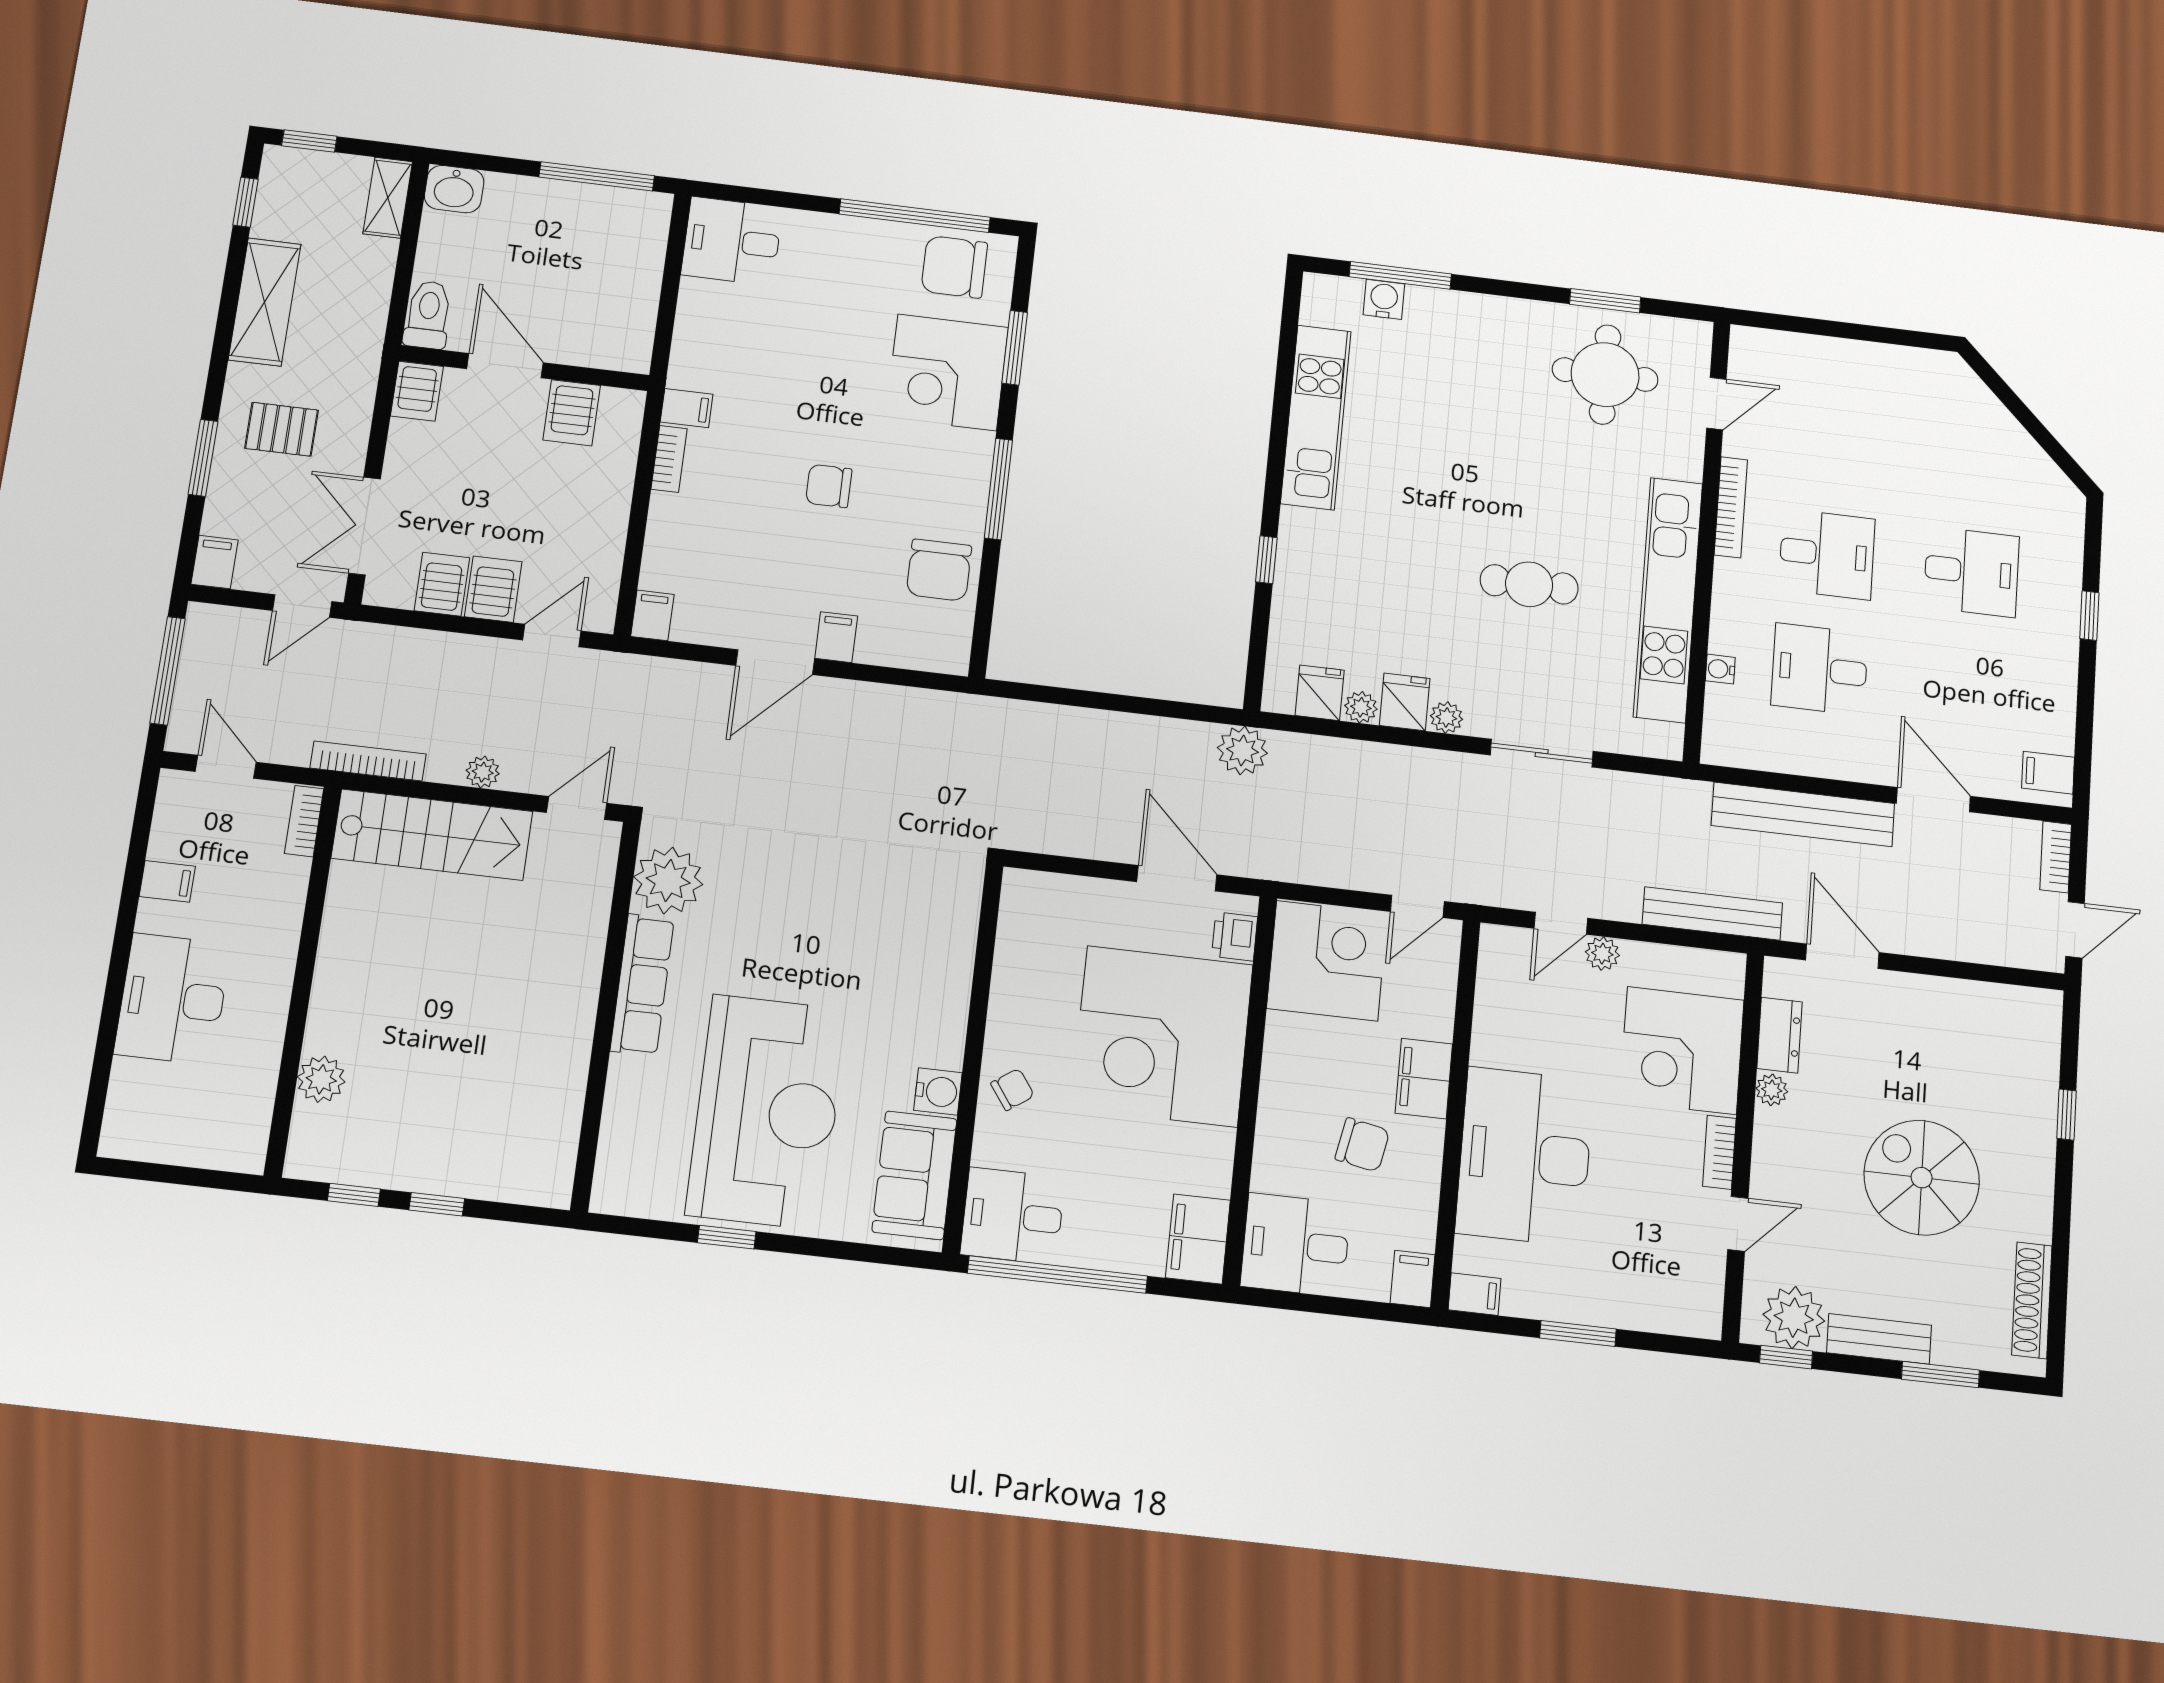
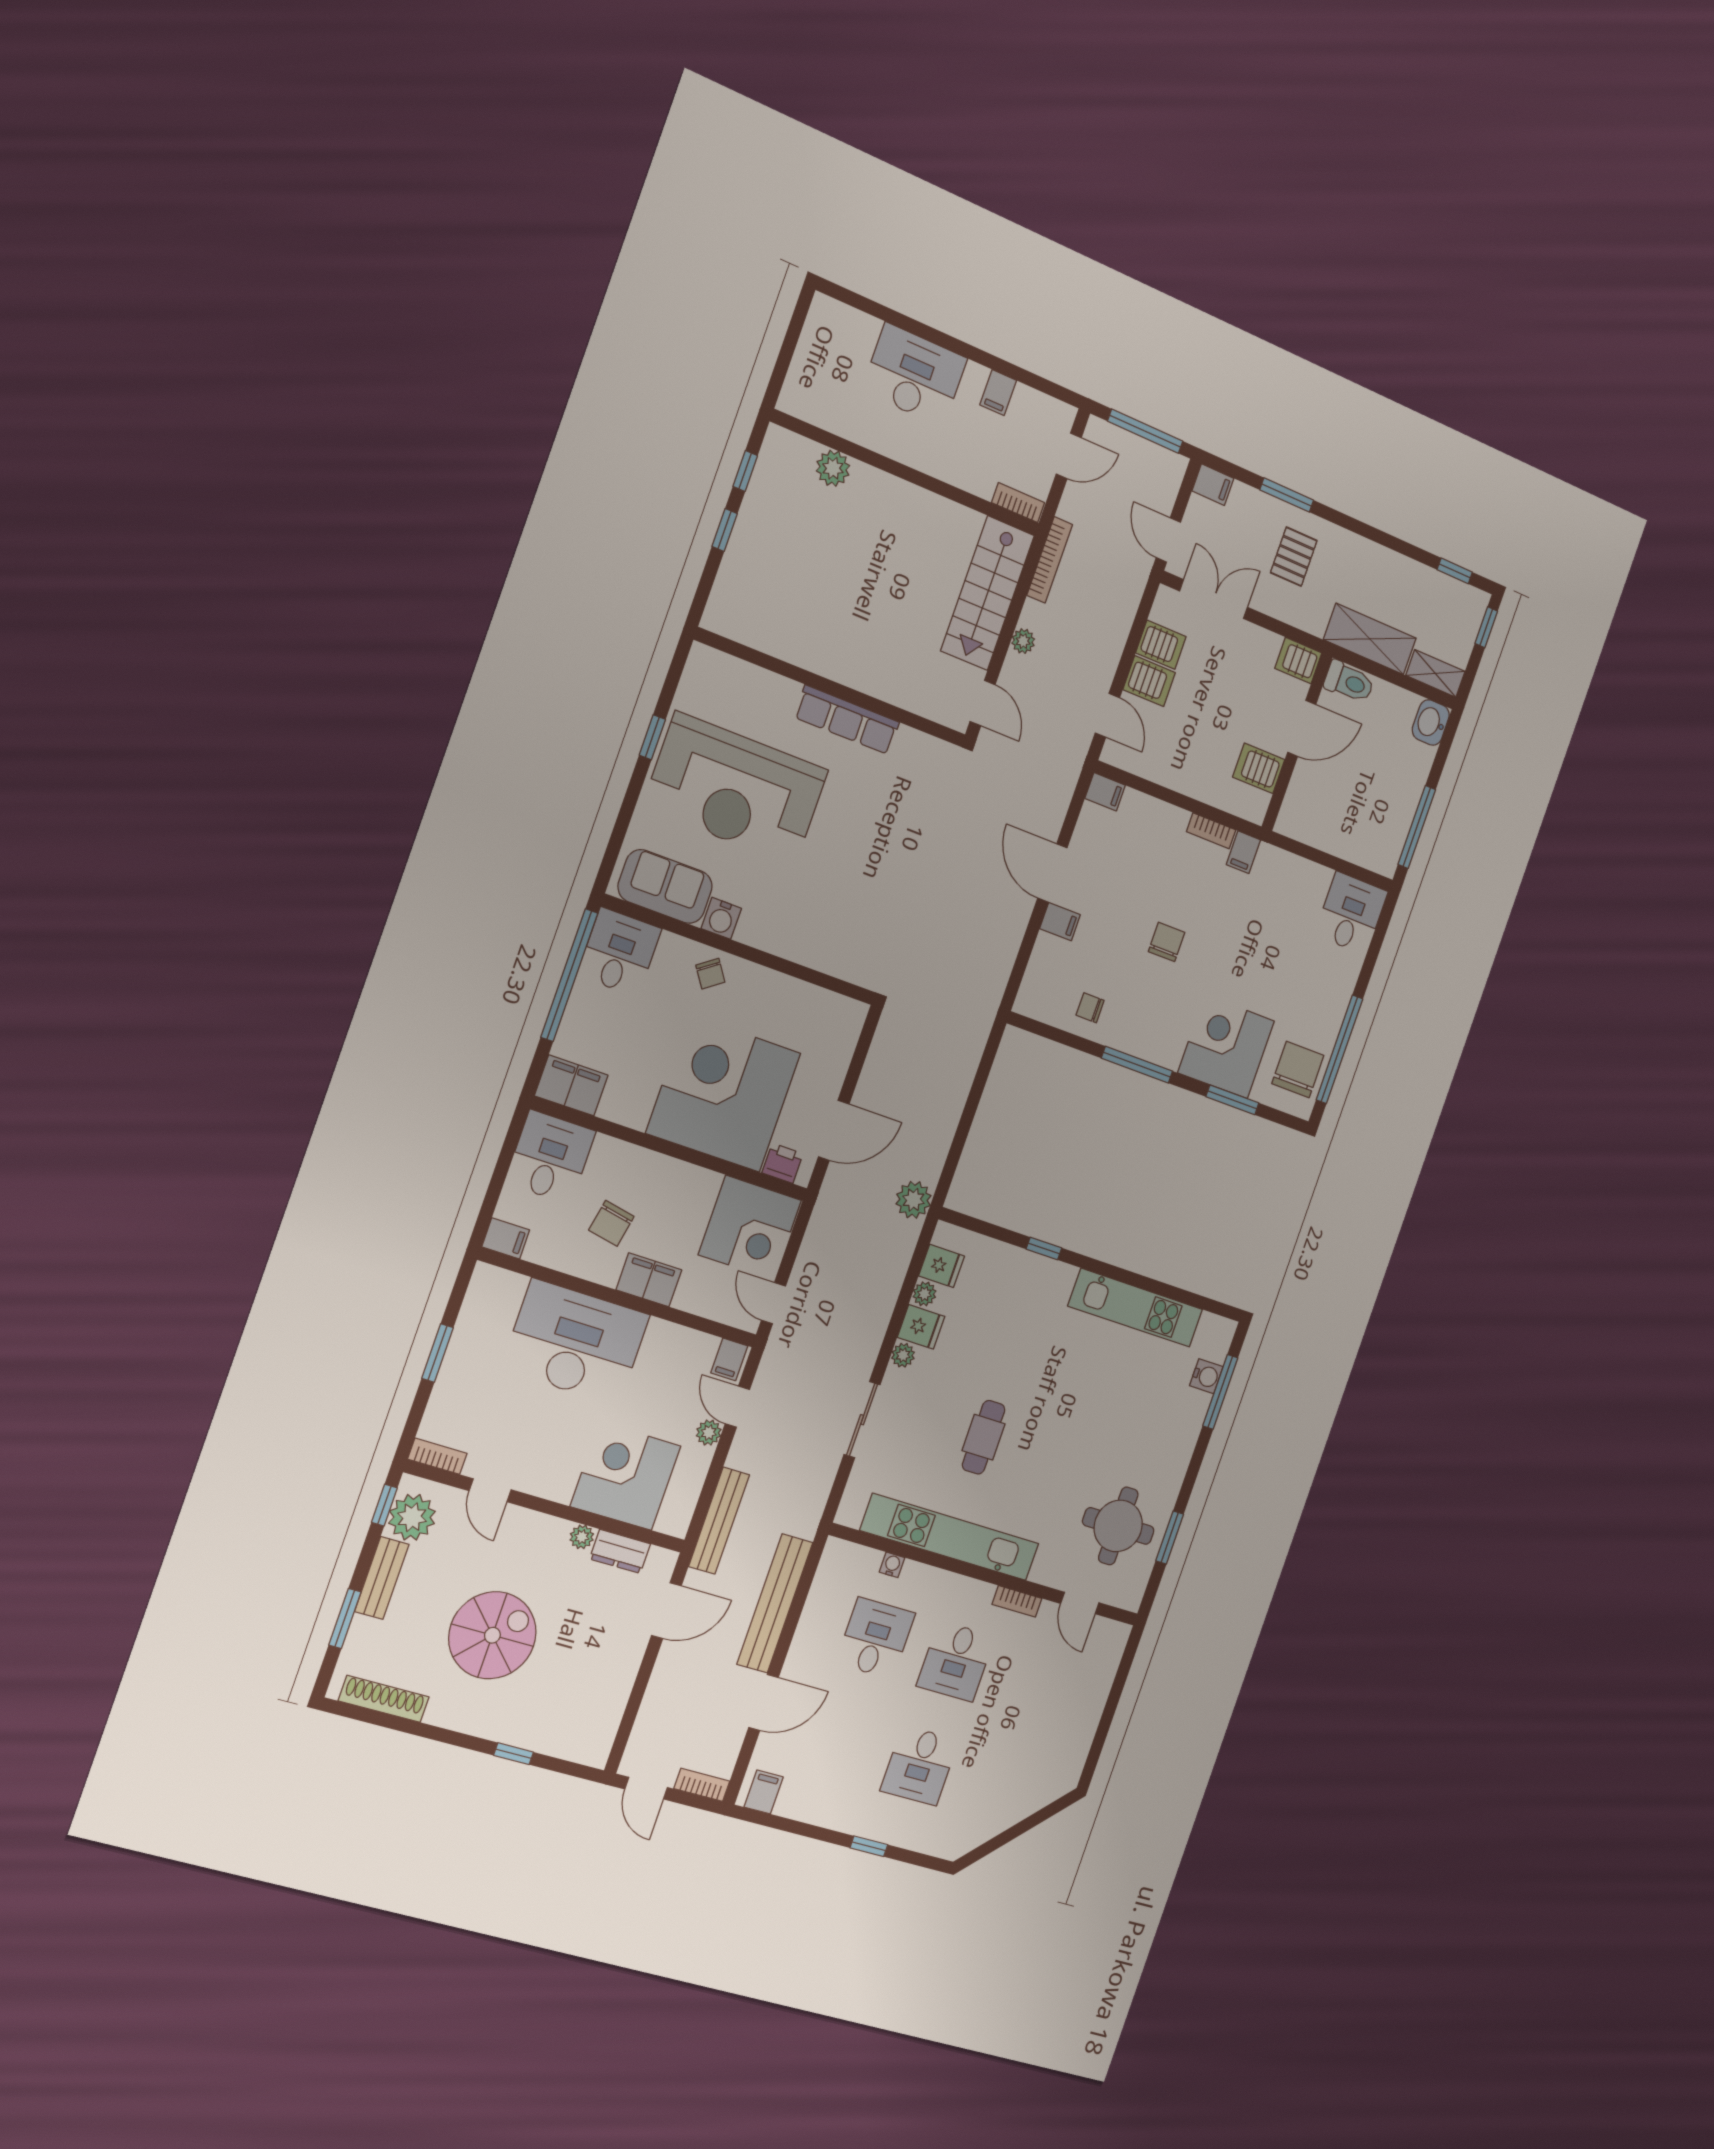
shelving: (265, 302) -> (1370, 639), moved
bookcase: (1731, 507) -> (1017, 1601), width x0.64
chair: (939, 570) -> (1090, 1008), width x0.54, depth x0.54
plant: (668, 881) -> (916, 757), removed
bookcase: (1719, 1152) -> (437, 1456), moved
filing cabinet: (1474, 1294) -> (729, 1359), moved

